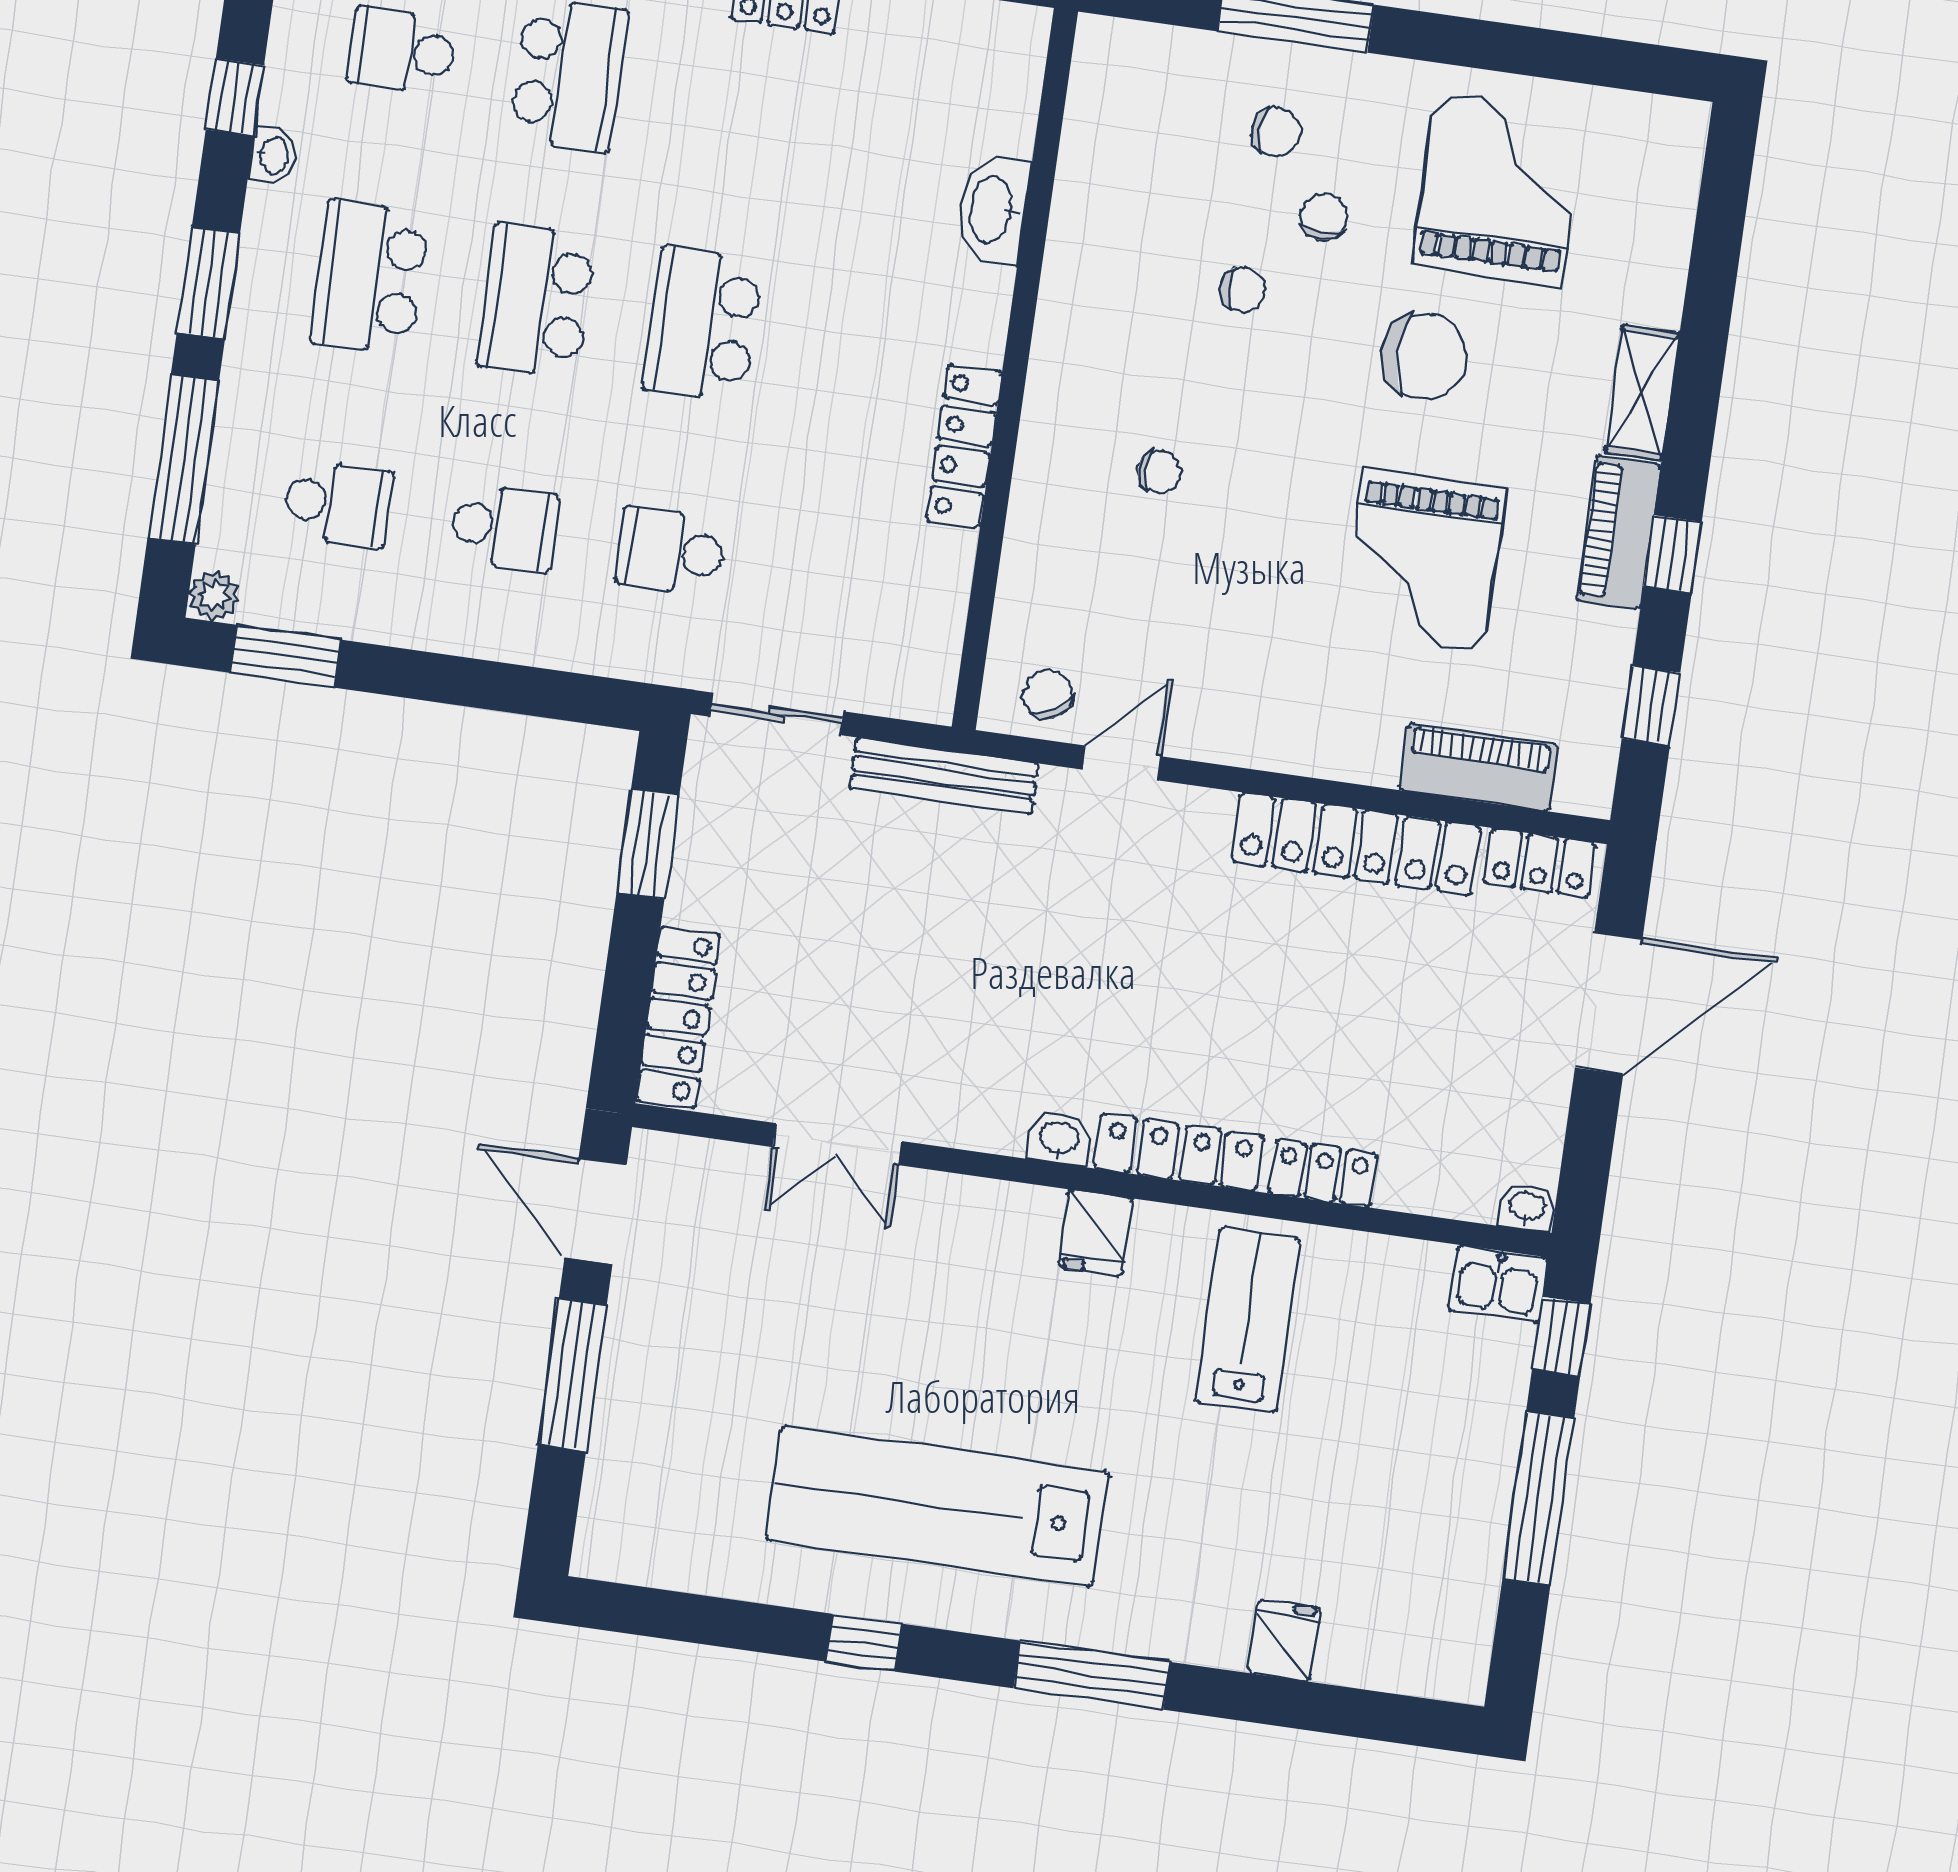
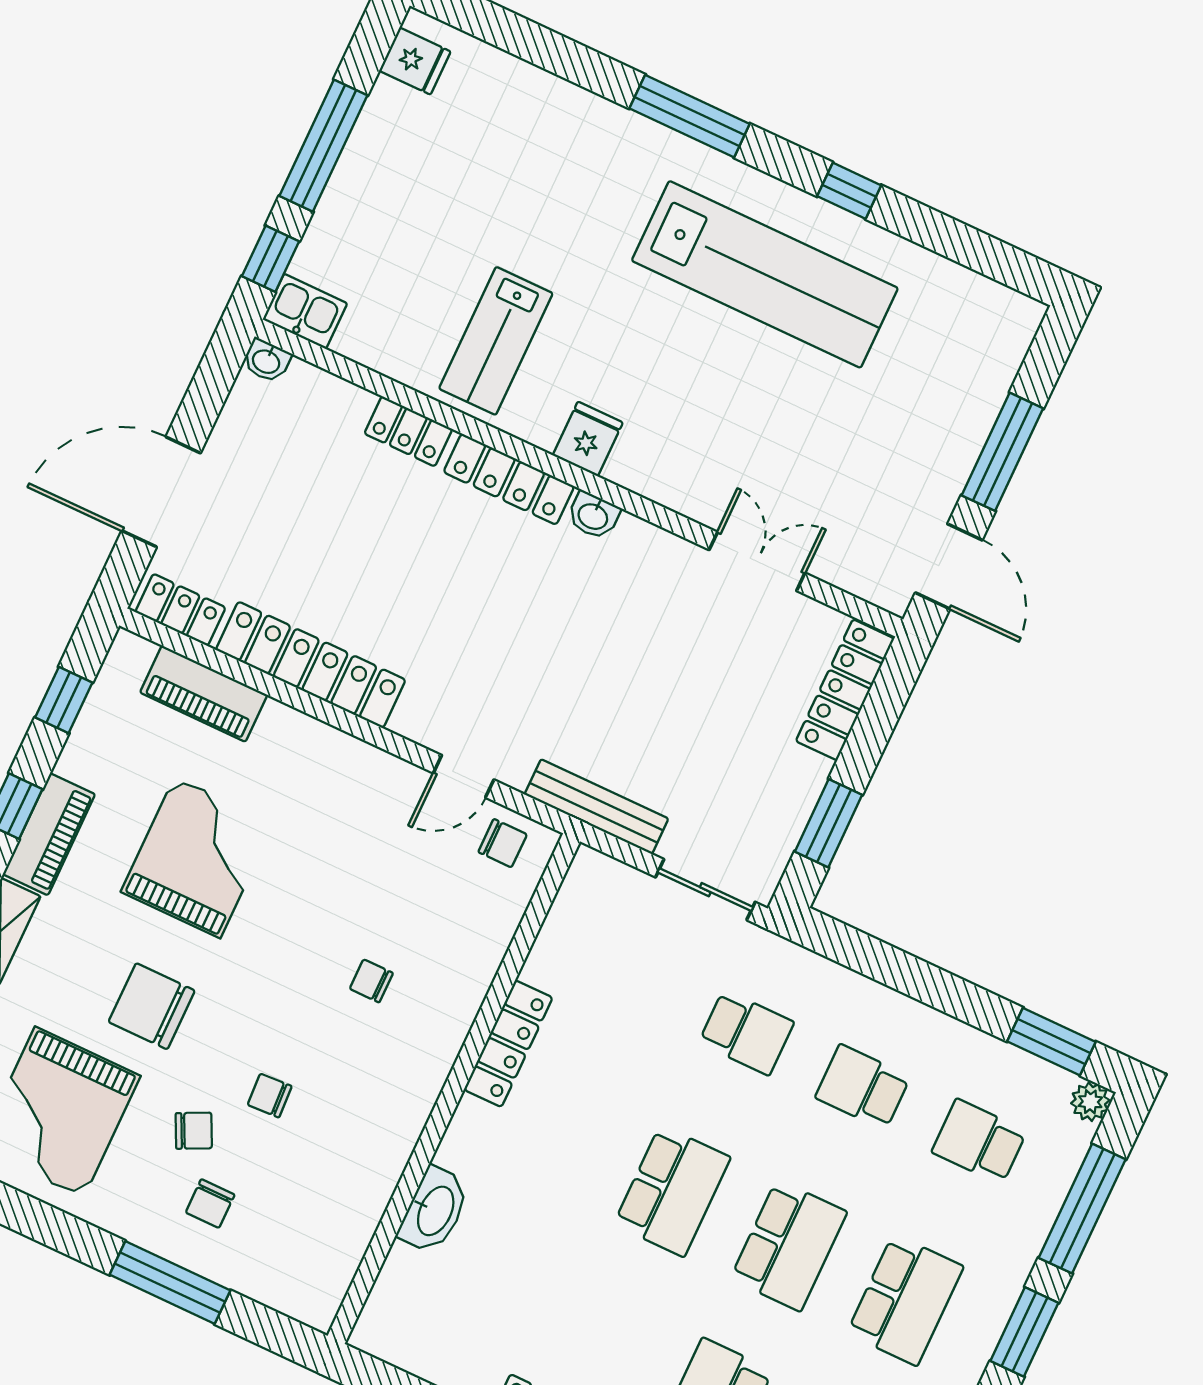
chair: (1276, 132) -> (210, 1204), turned -90
chair: (1324, 217) -> (194, 1131), turned -116
chair: (1048, 695) -> (503, 843), turned -59
fridge: (1284, 1640) -> (415, 61), moved, turned -90

